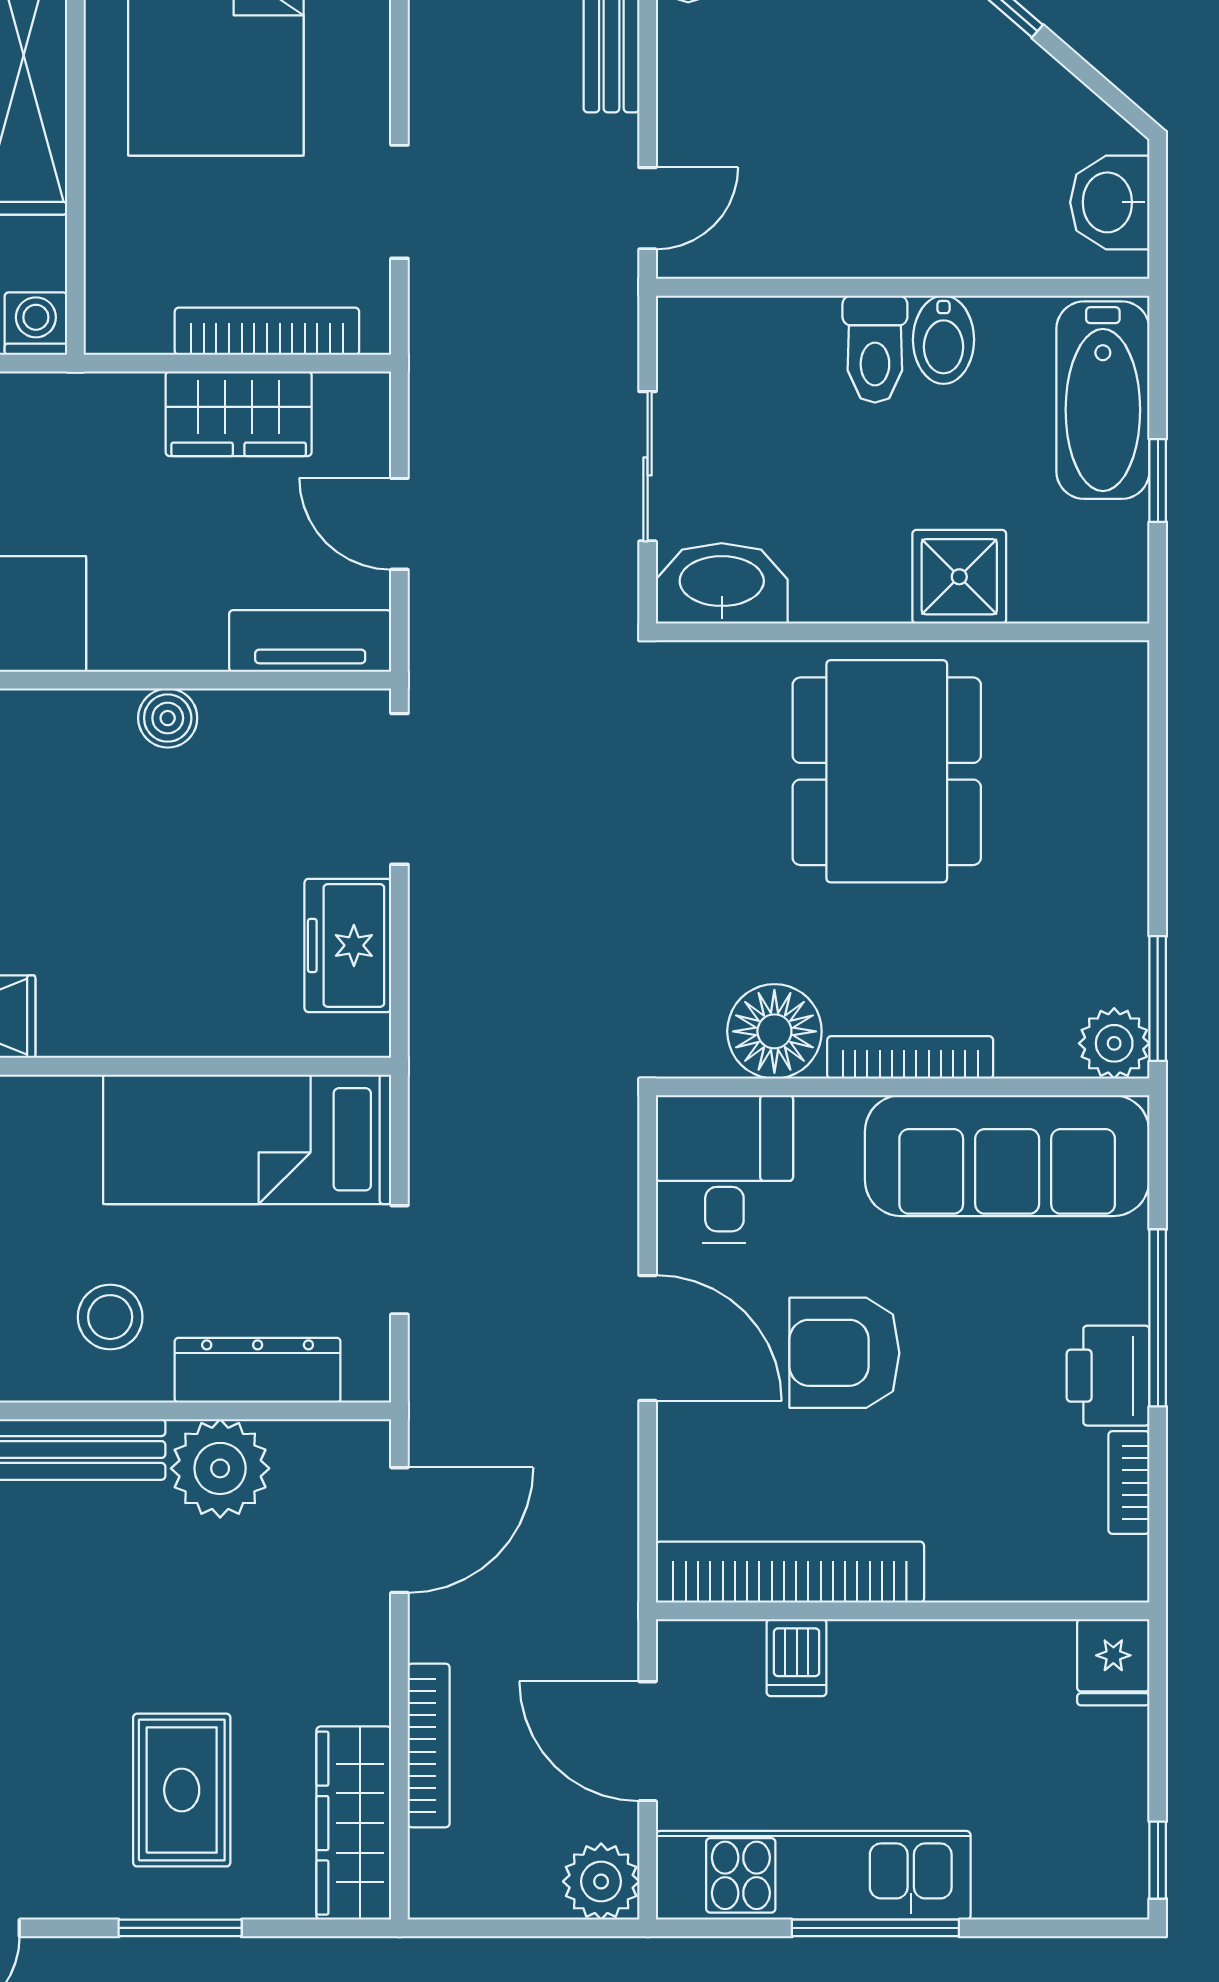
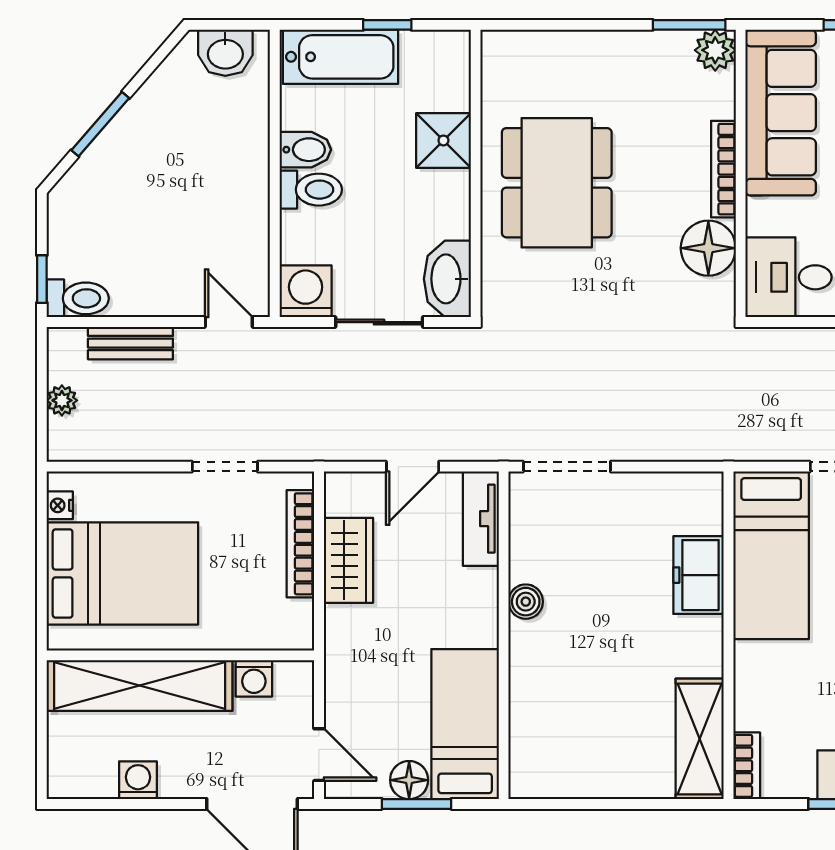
washing machine: (36, 324) -> (254, 678), moved, turned -90
washing machine: (700, 340) -> (306, 291), added
dining table: (887, 771) -> (557, 183), turned 90
freezer: (348, 945) -> (699, 575), moved, turned 90

